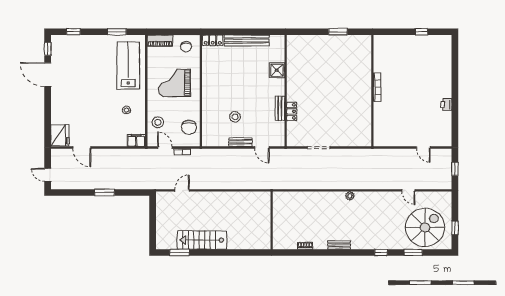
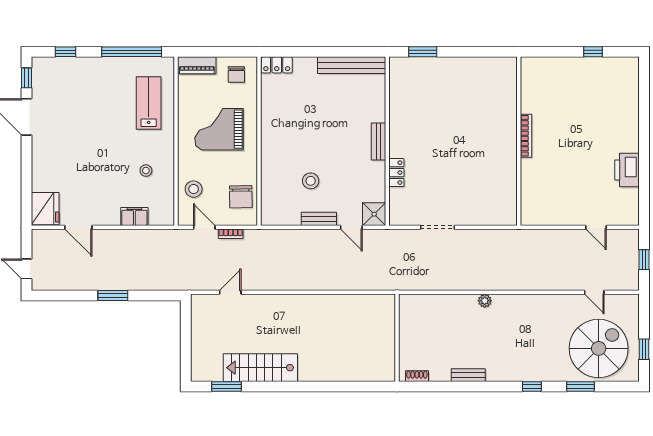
window: (117, 32) -> (132, 52), width x2.11
window: (338, 32) -> (423, 52), moved
bench: (247, 41) -> (352, 65), moved
lab bench: (128, 65) -> (149, 103), width x0.73, depth x0.72
shower: (277, 70) -> (374, 214), moved
printer: (446, 105) -> (627, 170), width x1.87, depth x1.48
bench: (280, 108) -> (379, 141), moved
filing cabinet: (136, 140) -> (134, 217), moved
door: (408, 190) -> (594, 292), moved
wall: (272, 220) -> (397, 338), moved

